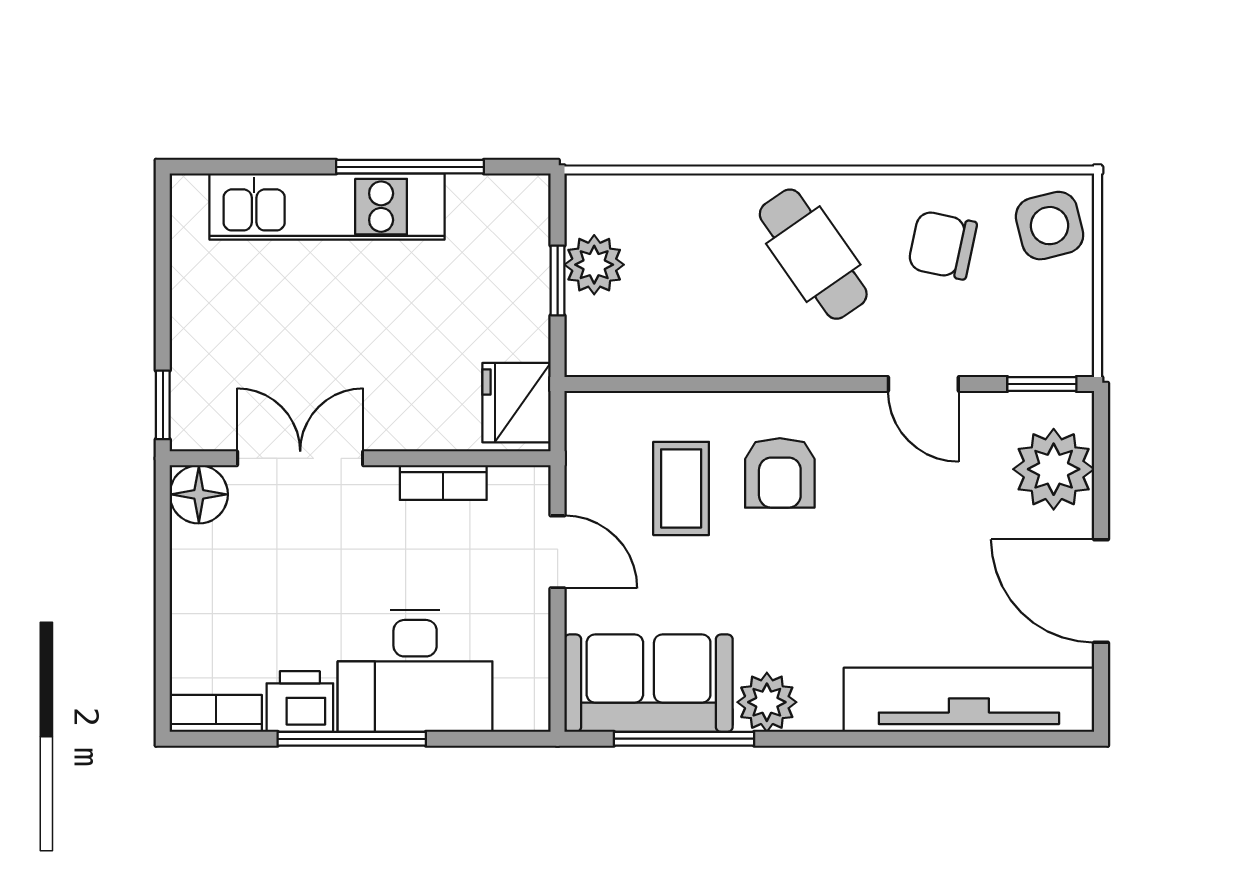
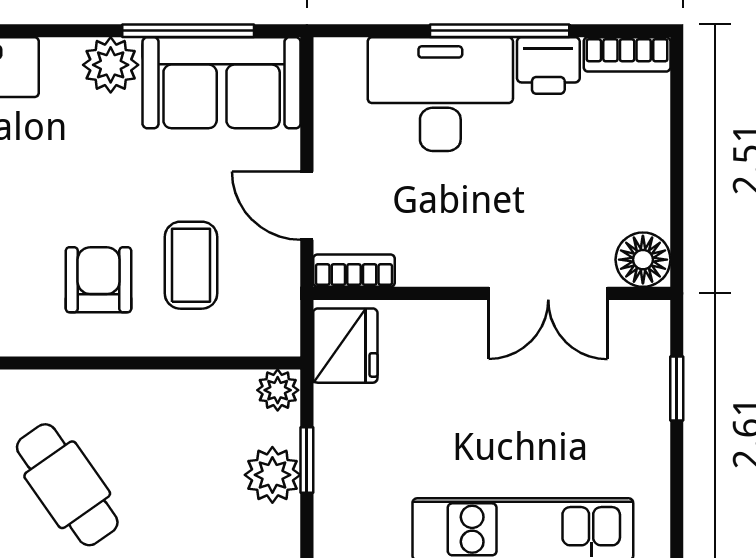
plant: (589, 355) -> (278, 390), added
window: (163, 405) -> (677, 389), moved
bookcase: (443, 483) -> (354, 271), moved

